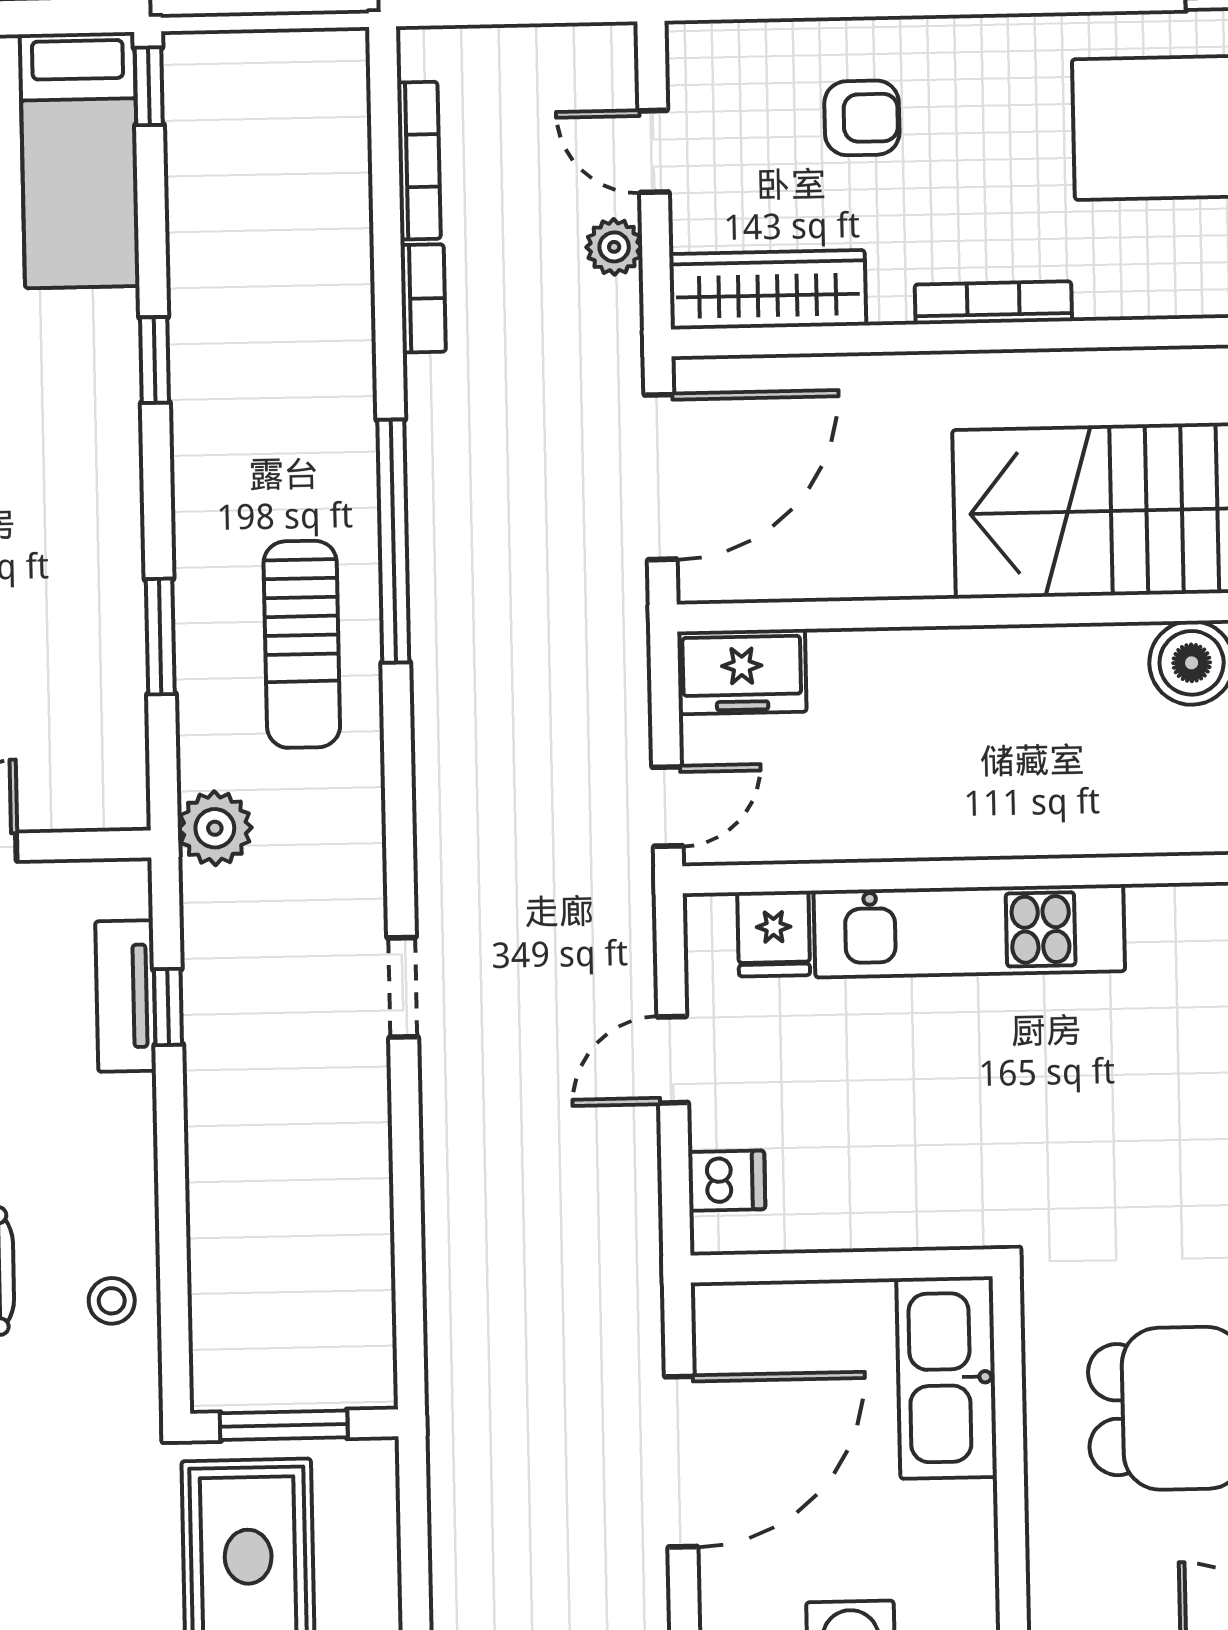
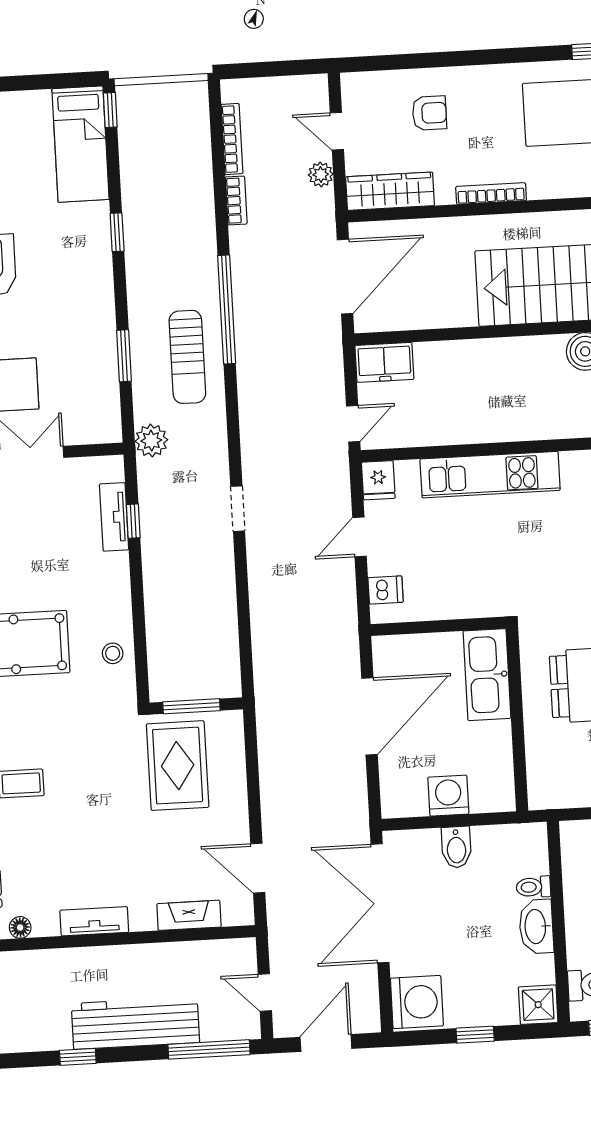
fridge: (774, 934) -> (378, 480), moved

